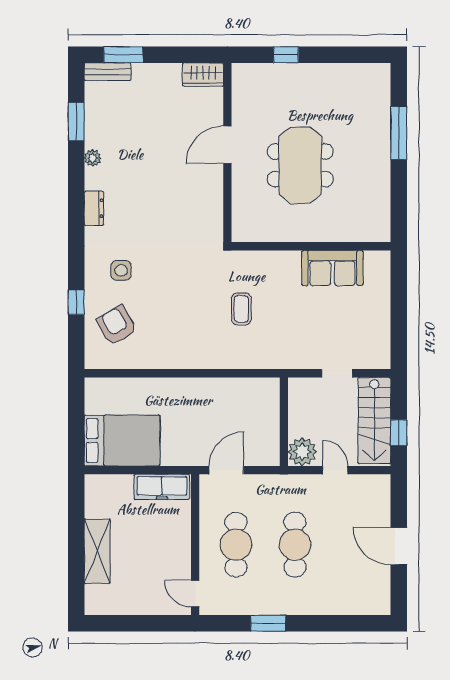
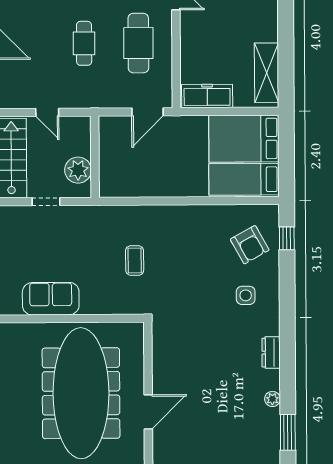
meeting table: (300, 165) -> (81, 393), width x1.86, depth x1.27
window: (76, 302) -> (287, 238), moved
bed: (122, 396) -> (244, 179), added
plant: (302, 452) -> (78, 170), moved
cafe table: (295, 545) -> (84, 43), width x0.73, depth x0.74
shelving: (97, 551) -> (267, 73), moved

